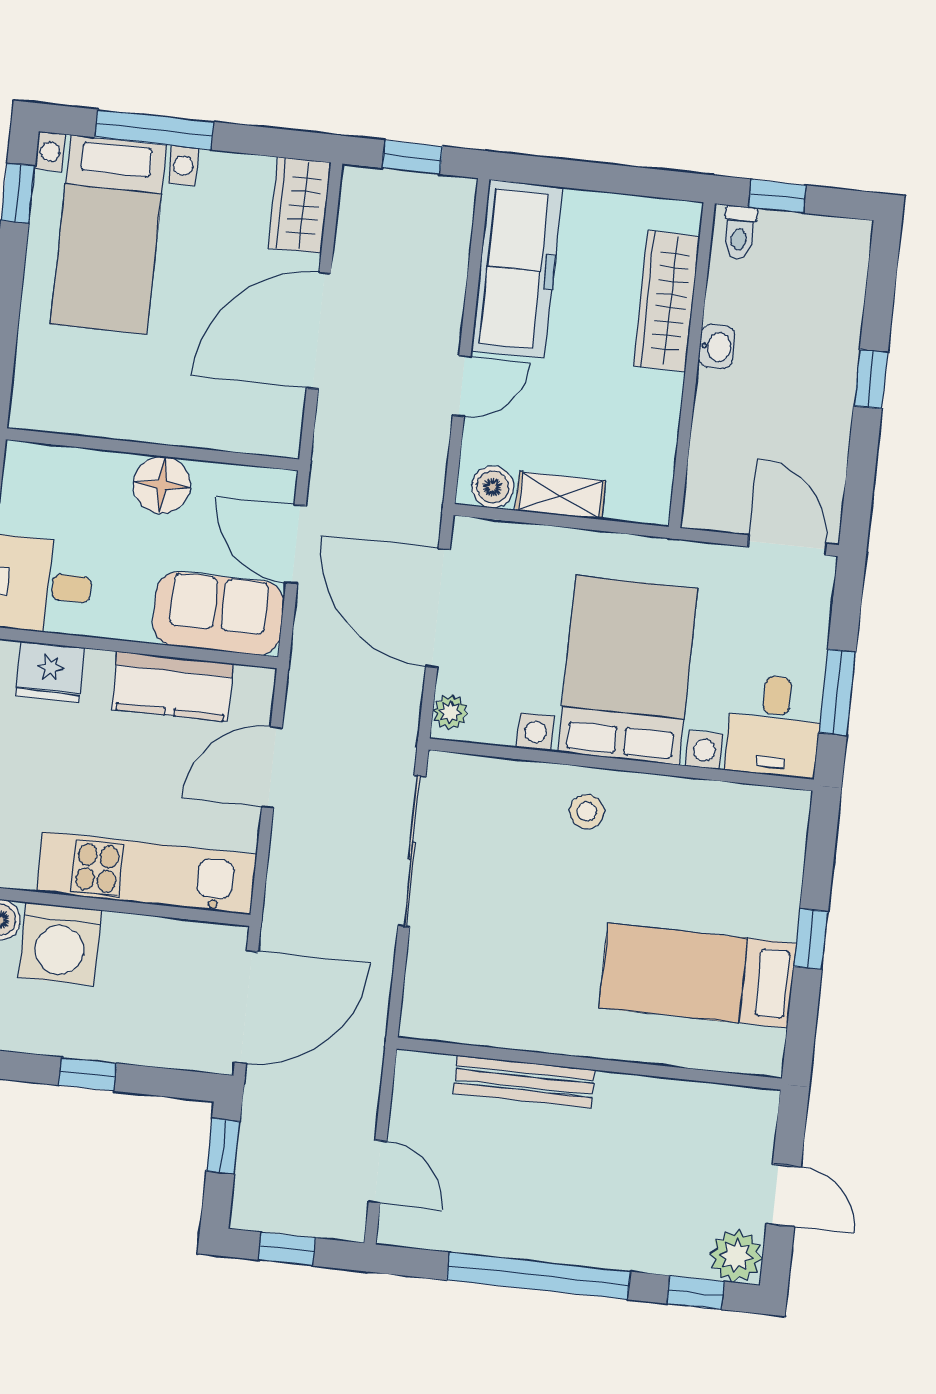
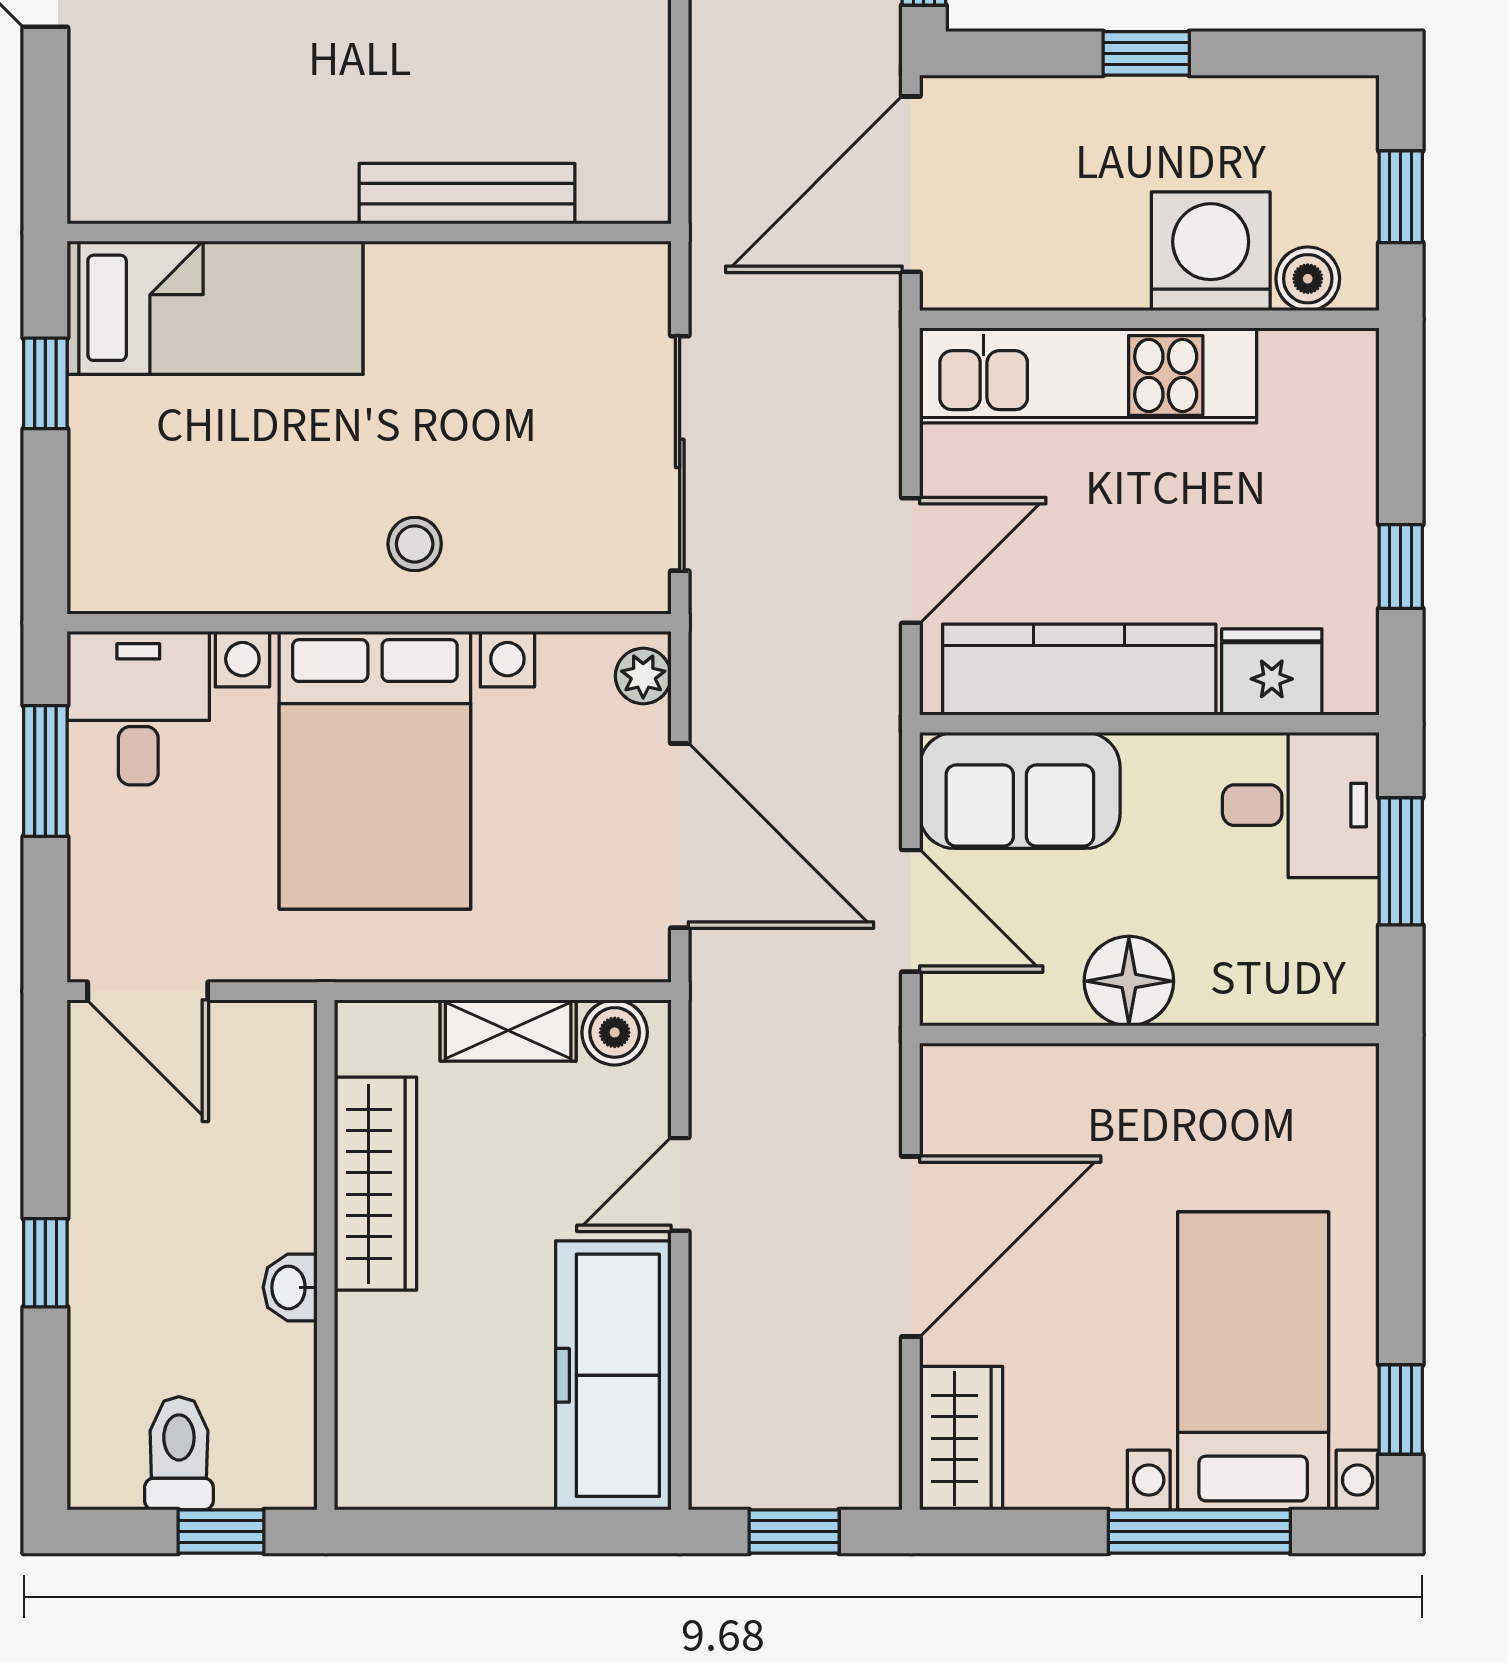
toilet: (739, 232) -> (179, 1453), moved, width x1.37, depth x1.39
wardrobe: (667, 301) -> (376, 1184), moved
kitchen counter: (172, 686) -> (1079, 670), width x1.50
wall: (589, 1064) -> (369, 233), moved
bench: (524, 1082) -> (467, 194), moved

